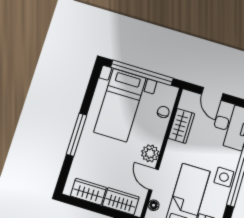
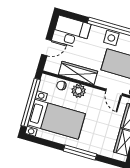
wardrobe: (181, 126) -> (78, 73), width x1.50
plant: (150, 153) -> (79, 91), moved
door: (154, 180) -> (114, 92), hinge flipped

